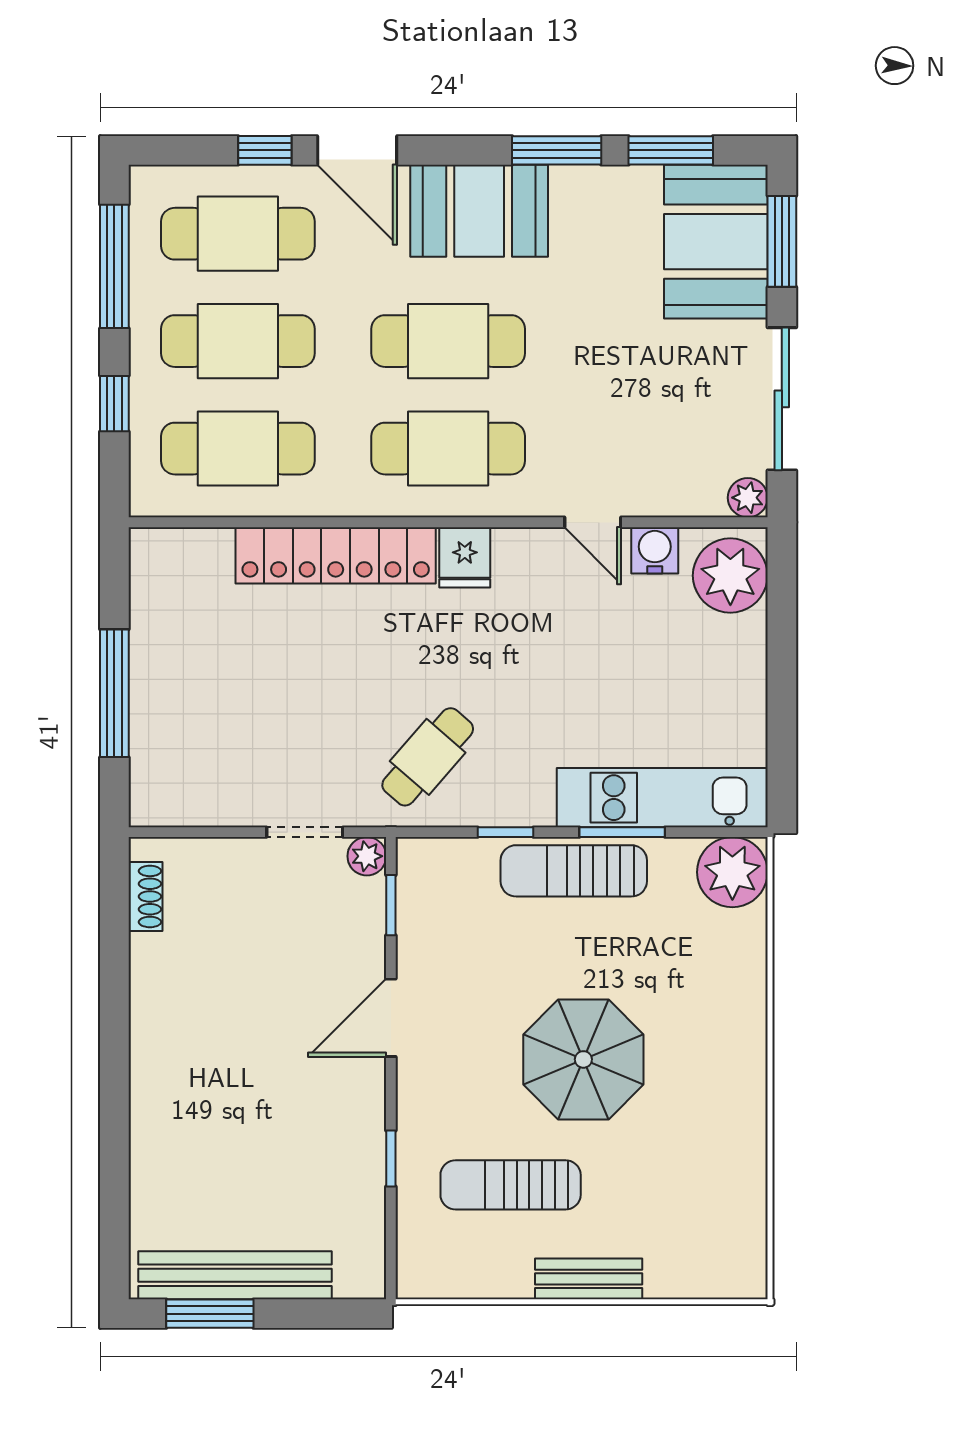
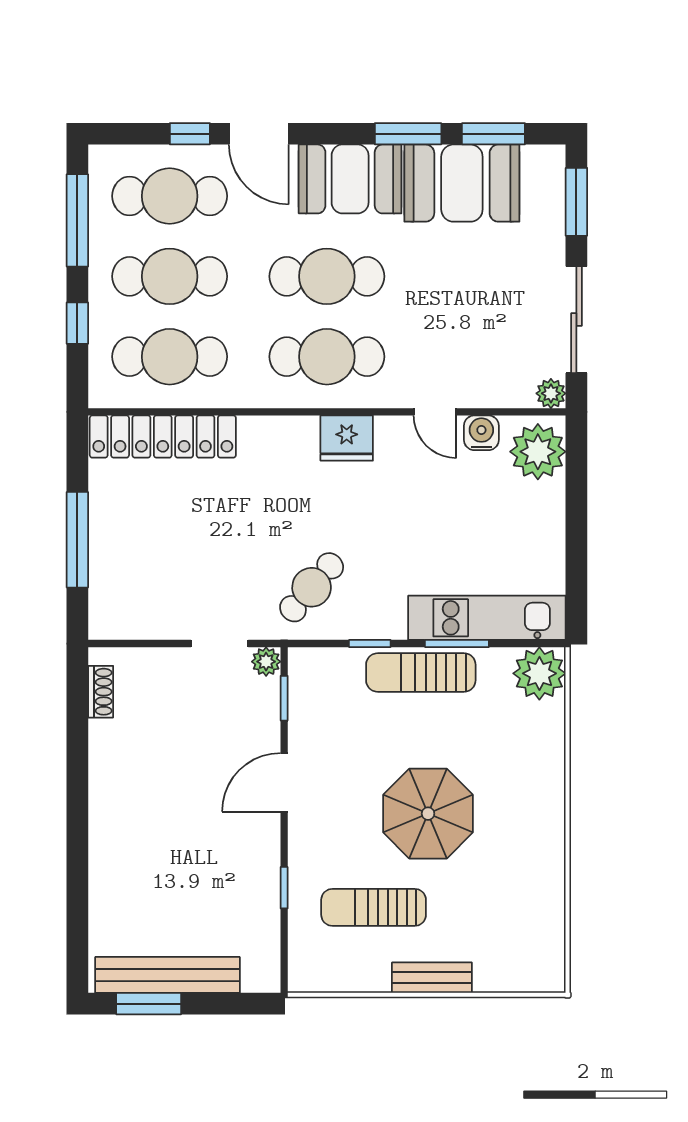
booth: (716, 242) -> (462, 183), moved, turned 90
locker: (336, 555) -> (163, 437), moved
fridge: (465, 557) -> (347, 438), width x1.38

